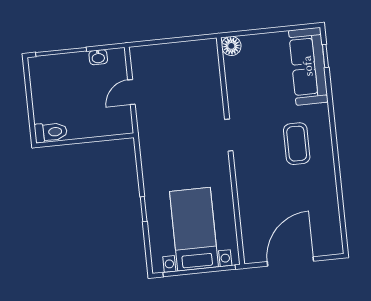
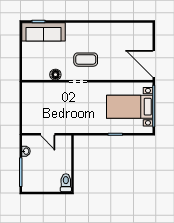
floor lamp: (231, 46) -> (55, 75), moved
coffee table: (297, 144) -> (86, 60), moved
door: (290, 261) -> (154, 64), moved

